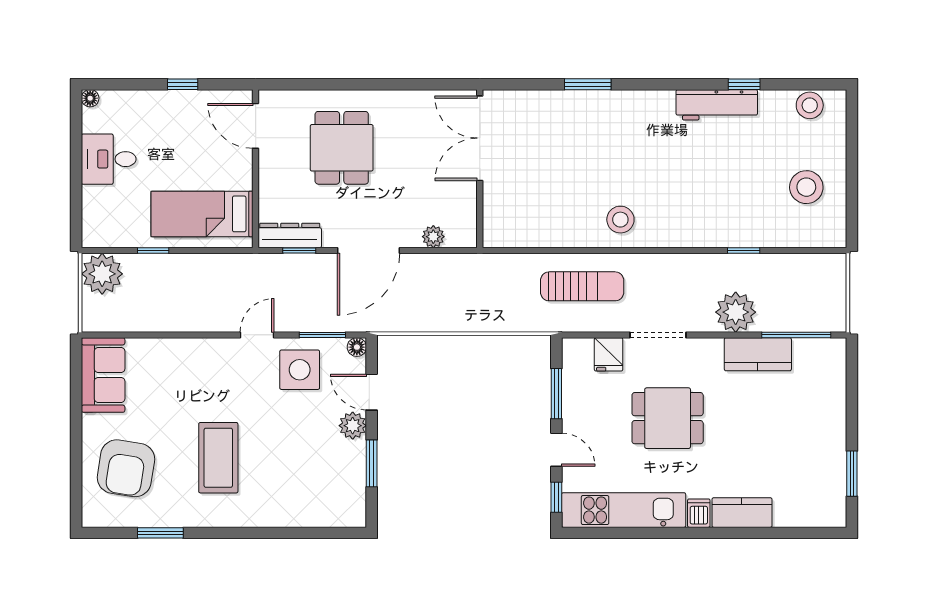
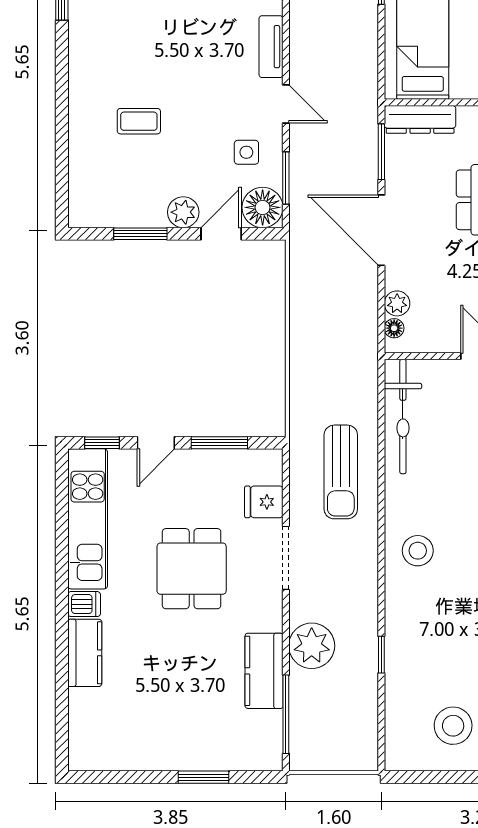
stool: (620, 220) -> (418, 551), moved
bicycle: (533, 231) -> (403, 416), added
dresser: (290, 236) -> (420, 119), moved, turned 90
floor lamp: (455, 239) -> (394, 328), added
window: (299, 250) -> (381, 152), width x1.50
floor lamp: (357, 347) -> (263, 207), width x1.89, depth x1.89
tv unit: (206, 348) -> (271, 47), added
side table: (300, 370) -> (246, 152), width x0.54, depth x0.54
coffee table: (218, 458) -> (139, 121), moved, width x0.54, depth x0.58
window: (852, 474) -> (203, 777), moved

